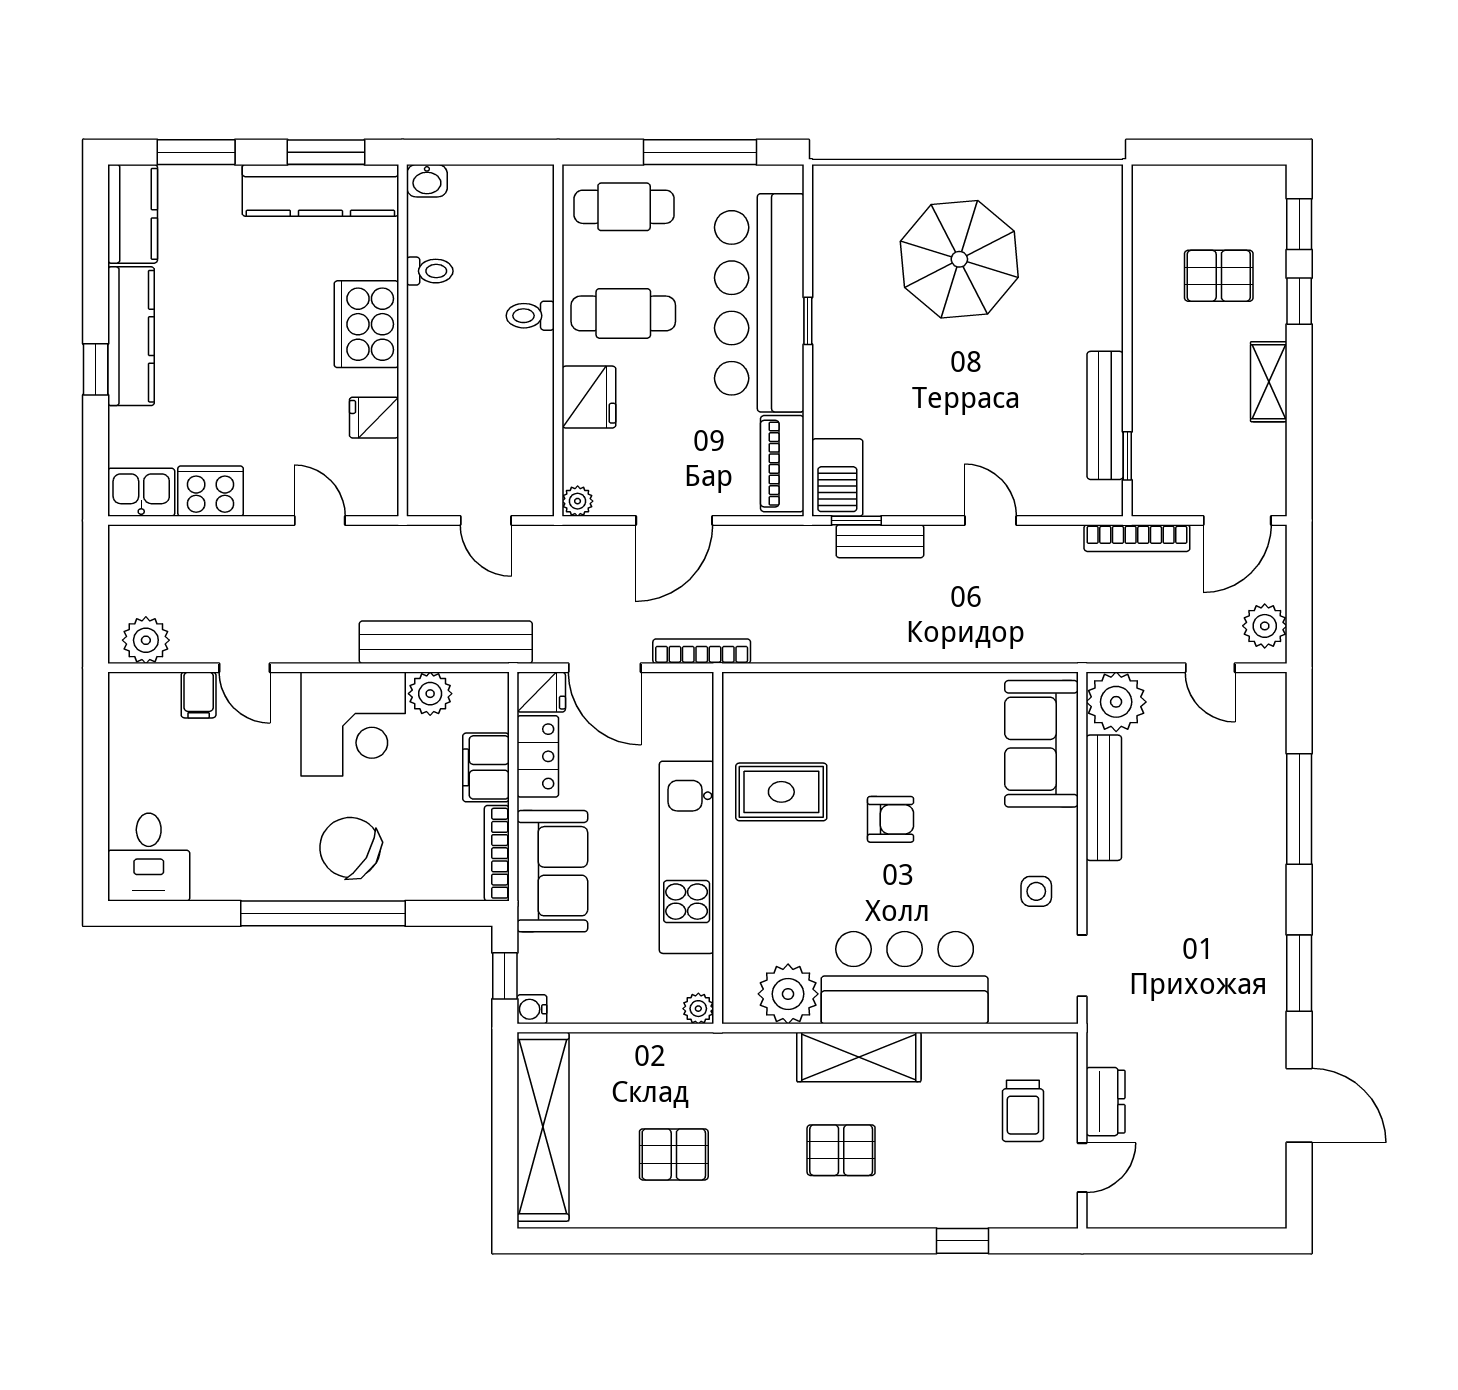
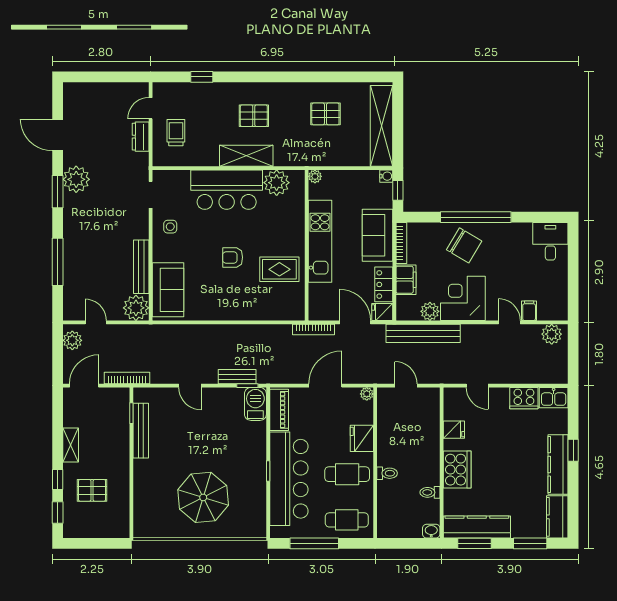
plant: (1256, 1002) -> (76, 179), added

